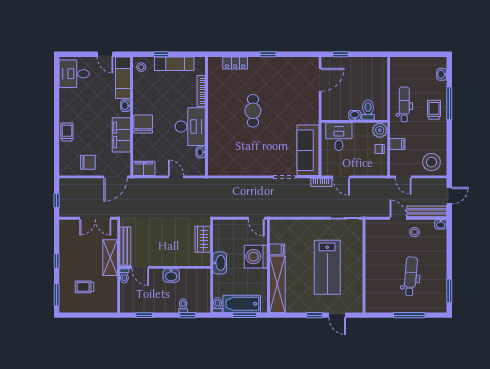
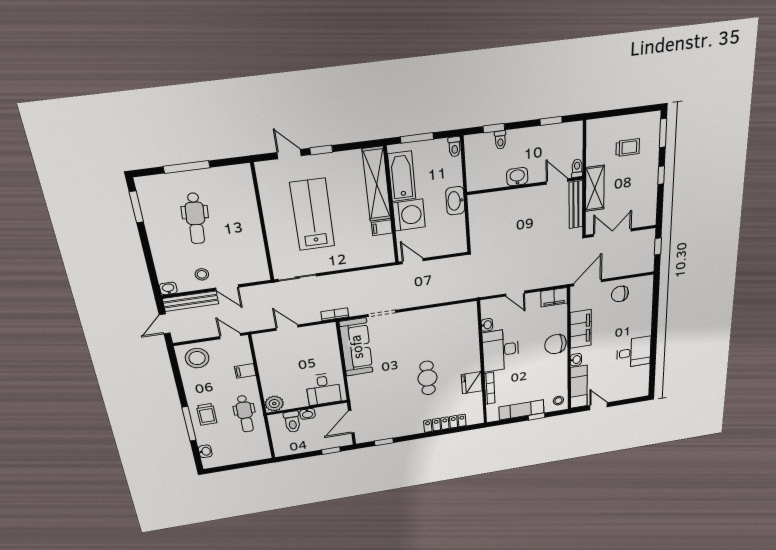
window: (268, 54) -> (384, 442), moved
locker: (235, 63) -> (445, 423), width x1.53
desk: (74, 74) -> (634, 352), moved
fridge: (216, 99) -> (472, 383), added
toilet: (368, 110) -> (292, 422), moved
washbasin: (355, 115) -> (307, 414), moved
wall: (354, 121) -> (307, 408), moved
chair: (143, 124) -> (556, 344), turned 90
plant: (380, 130) -> (274, 404), moved
trolley: (67, 132) -> (643, 322), removed
desk: (339, 137) -> (323, 389), moved
chair: (380, 149) -> (267, 362), removed
door: (341, 177) -> (287, 328), moved
wardrobe: (203, 239) -> (479, 227), removed
bathtub: (242, 304) -> (402, 176), moved, turned -90

